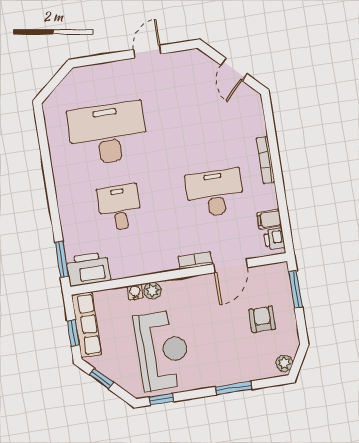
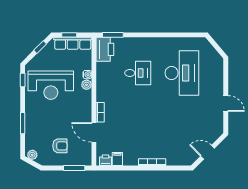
desk: (215, 193) -> (138, 130), removed

